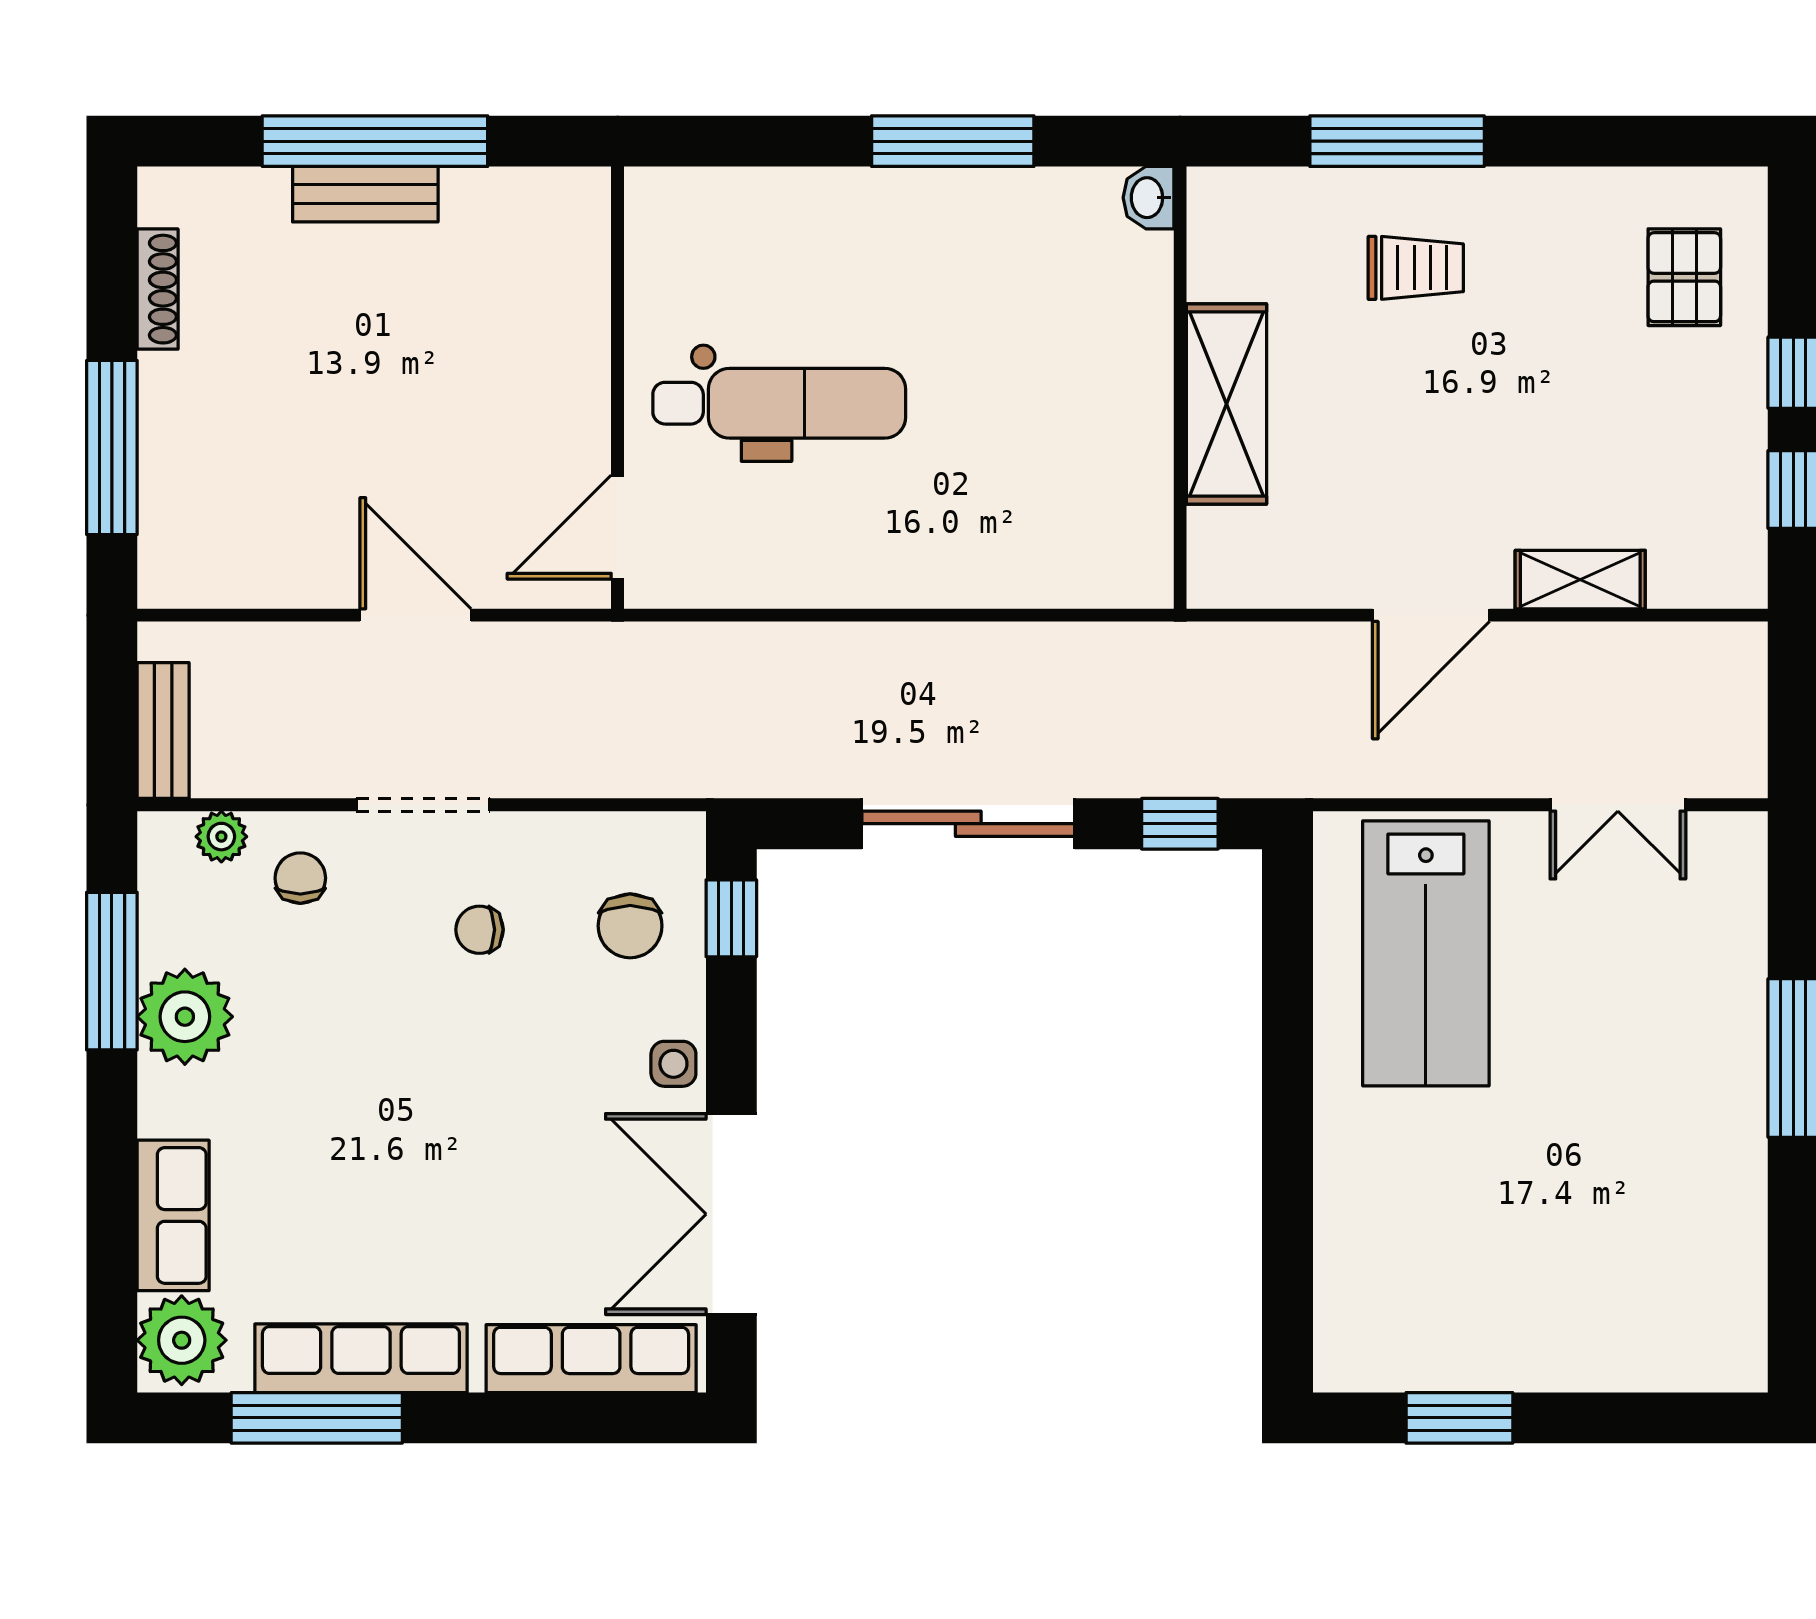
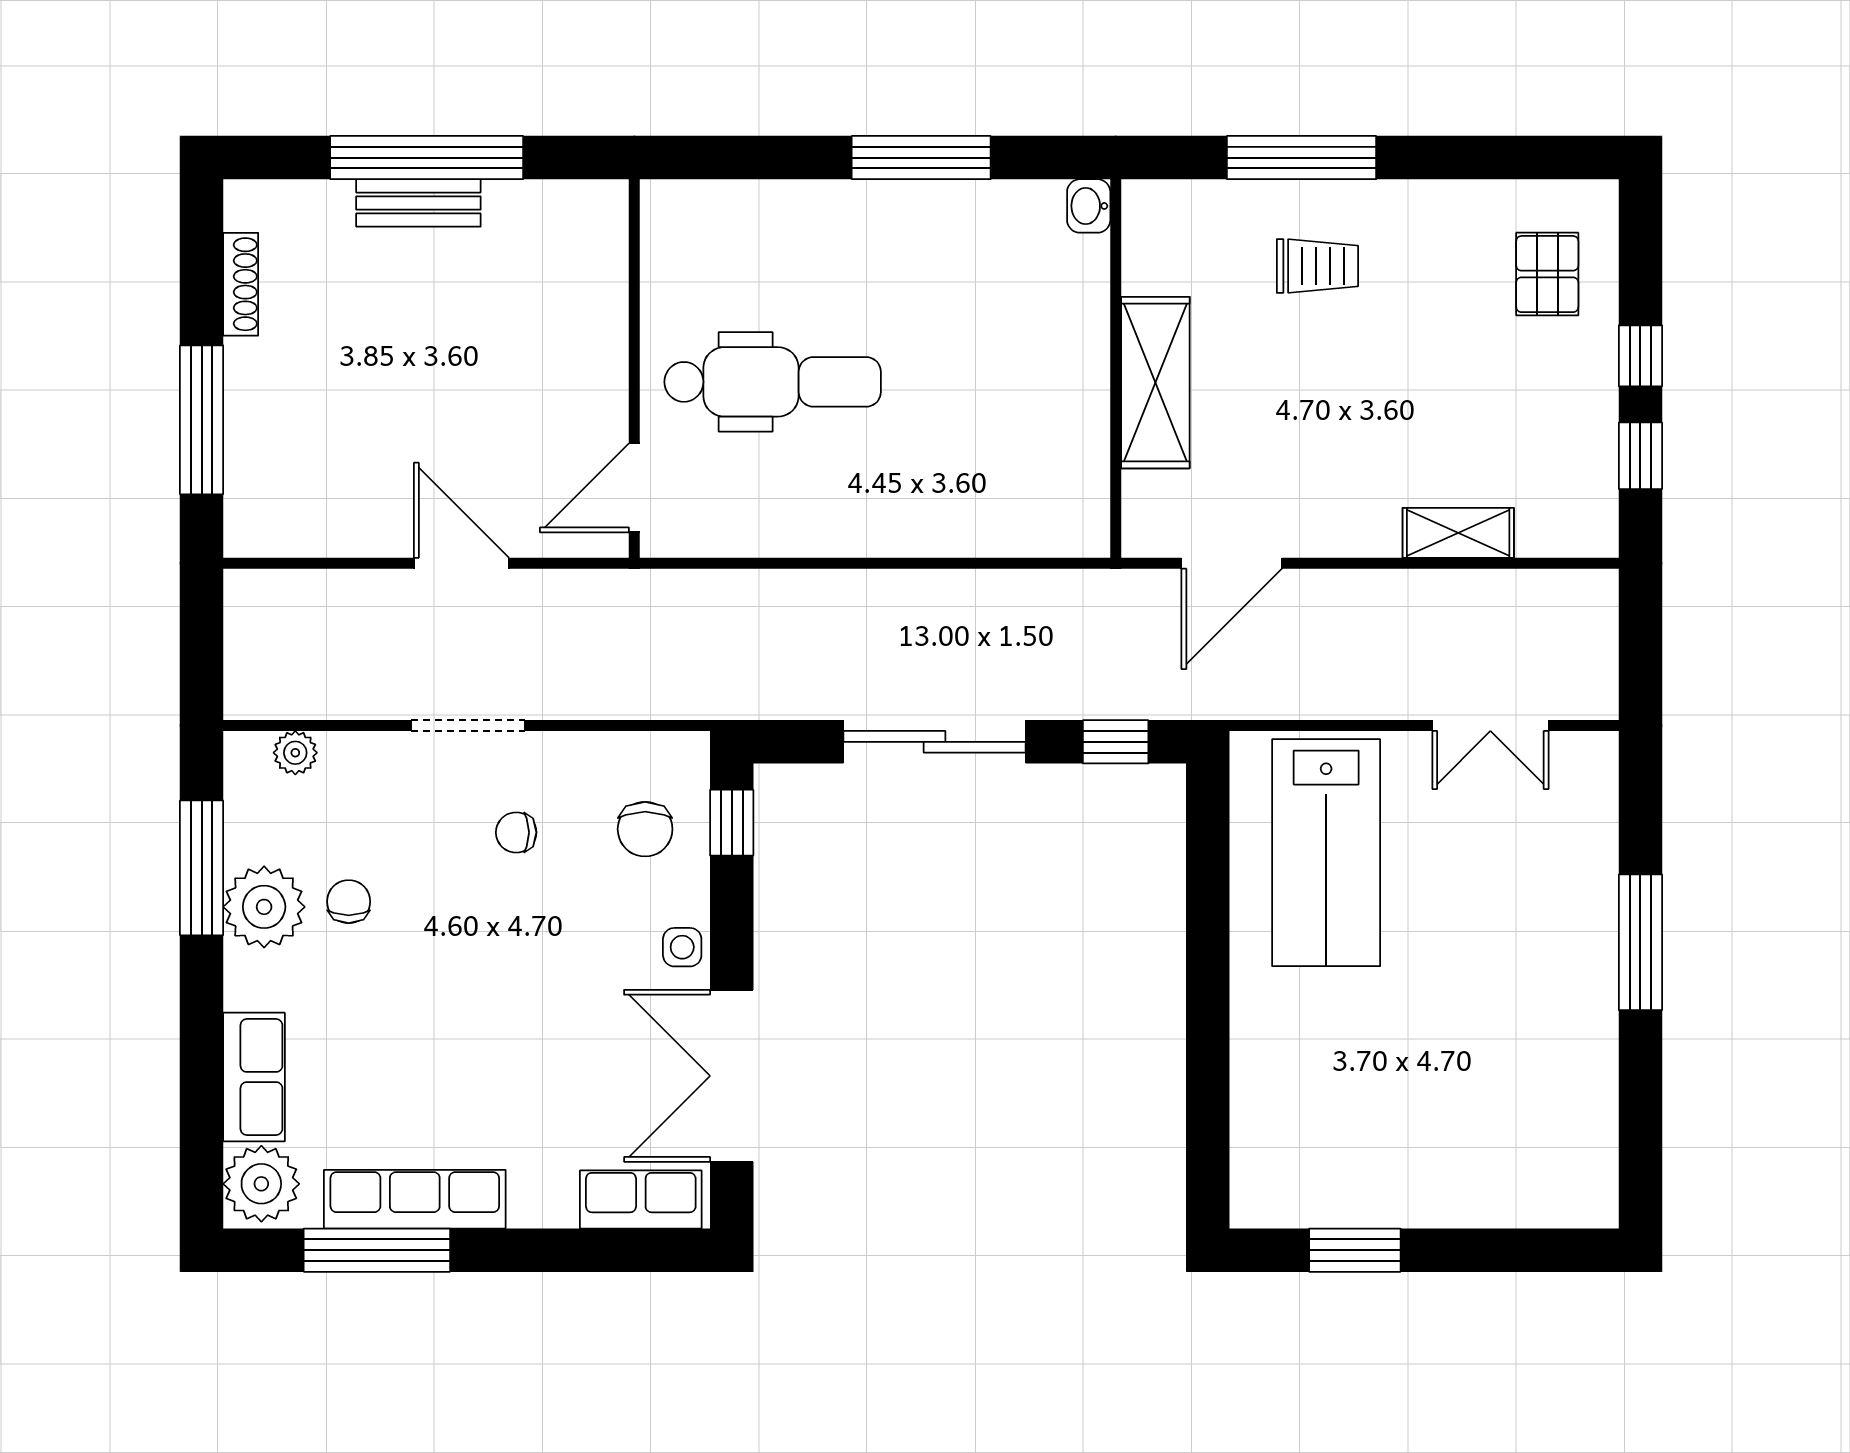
door: (1431, 615) -> (1232, 563), moved
bench: (163, 731) -> (245, 662), removed
chair: (300, 878) -> (349, 902), moved
row of seats: (591, 1359) -> (641, 1200), width x0.68

